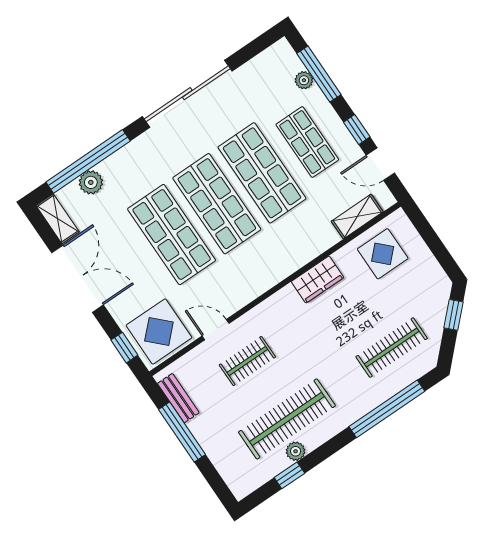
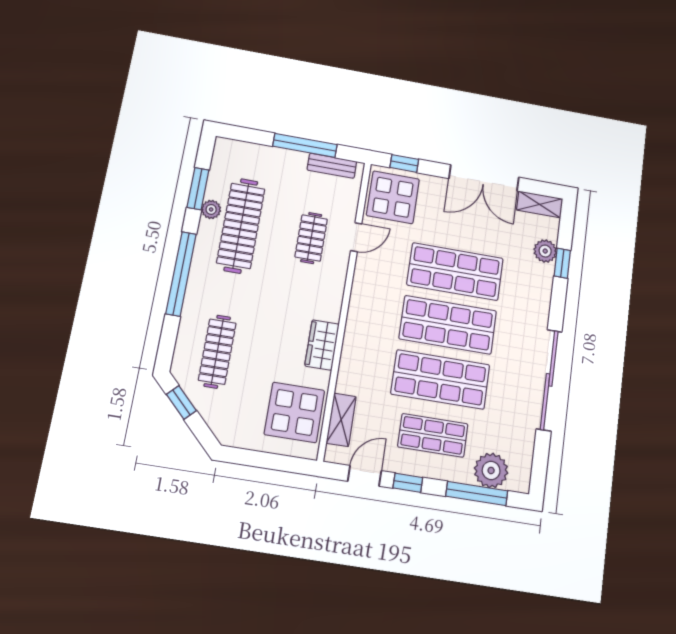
plant: (304, 80) -> (491, 470), width x1.88, depth x1.88
window: (88, 161) -> (562, 263), width x0.32
display table: (383, 254) -> (294, 412), width x1.36, depth x1.36
window: (454, 315) -> (181, 402), moved
window: (387, 409) -> (181, 274), moved
window: (289, 475) -> (198, 189), width x1.50

